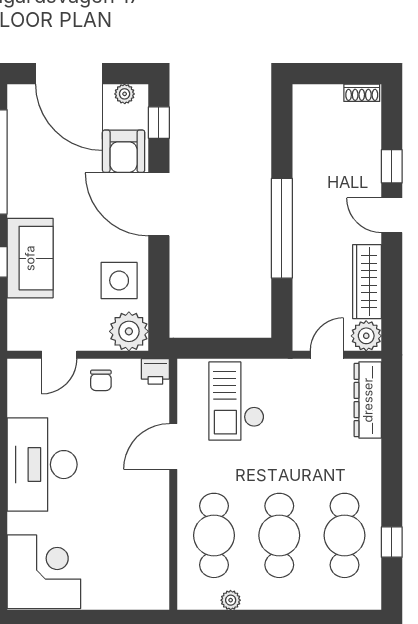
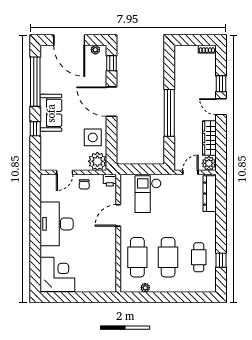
armchair: (124, 151) -> (95, 77), removed
sofa: (30, 258) -> (51, 113), moved
cafe table: (345, 535) -> (199, 257), width x0.73, depth x0.74

